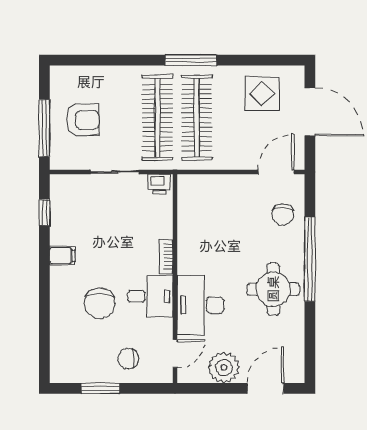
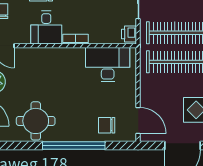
round table: (273, 289) -> (36, 121), moved
desk: (201, 305) -> (108, 65), moved

